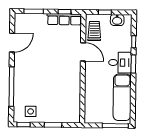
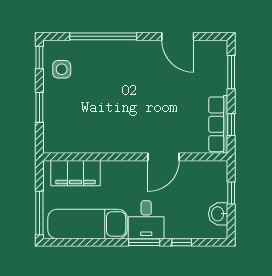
trolley: (94, 31) -> (199, 175), removed
filing cabinet: (92, 104) -> (76, 173), added

